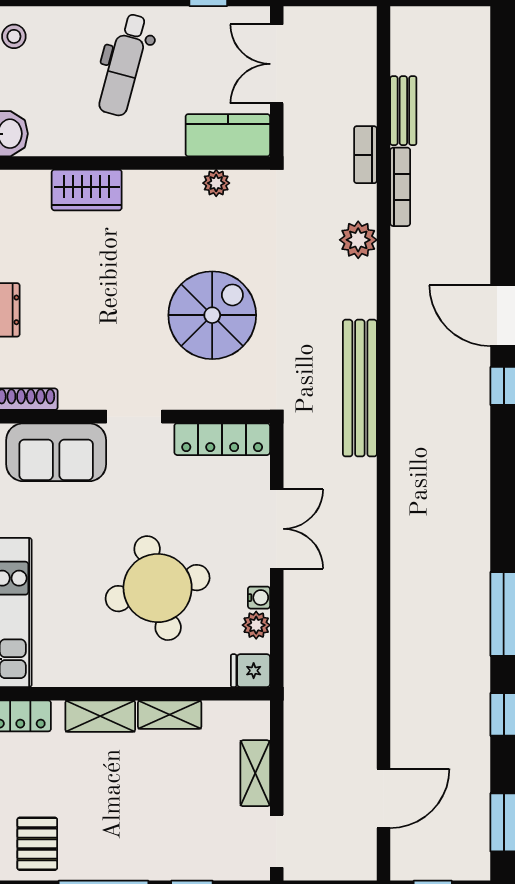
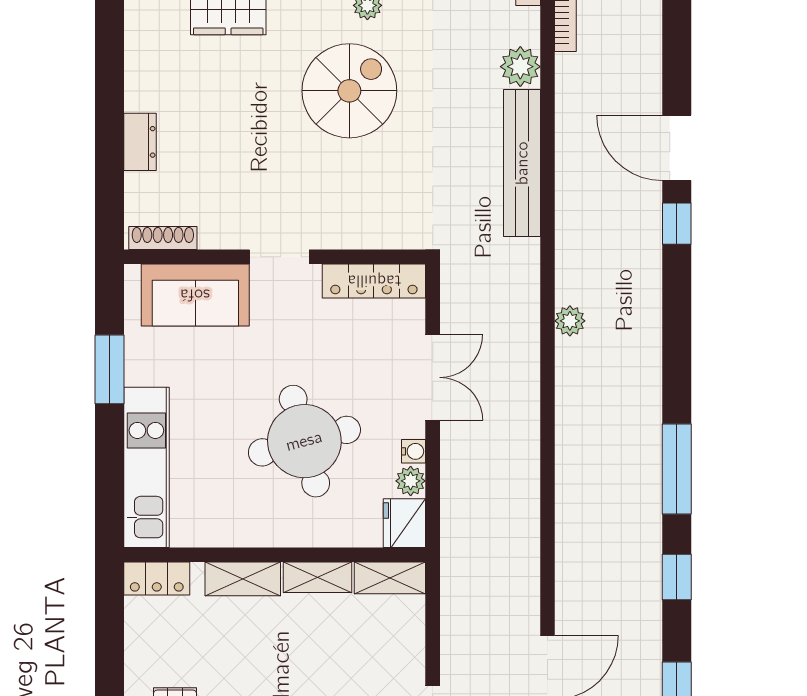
spiral stairs: (212, 315) -> (349, 91), moved
bench: (360, 388) -> (522, 163), moved
plant: (404, 476) -> (570, 321), added
fridge: (250, 671) -> (404, 523), width x1.38
shelving: (255, 773) -> (390, 578), moved, turned 90

